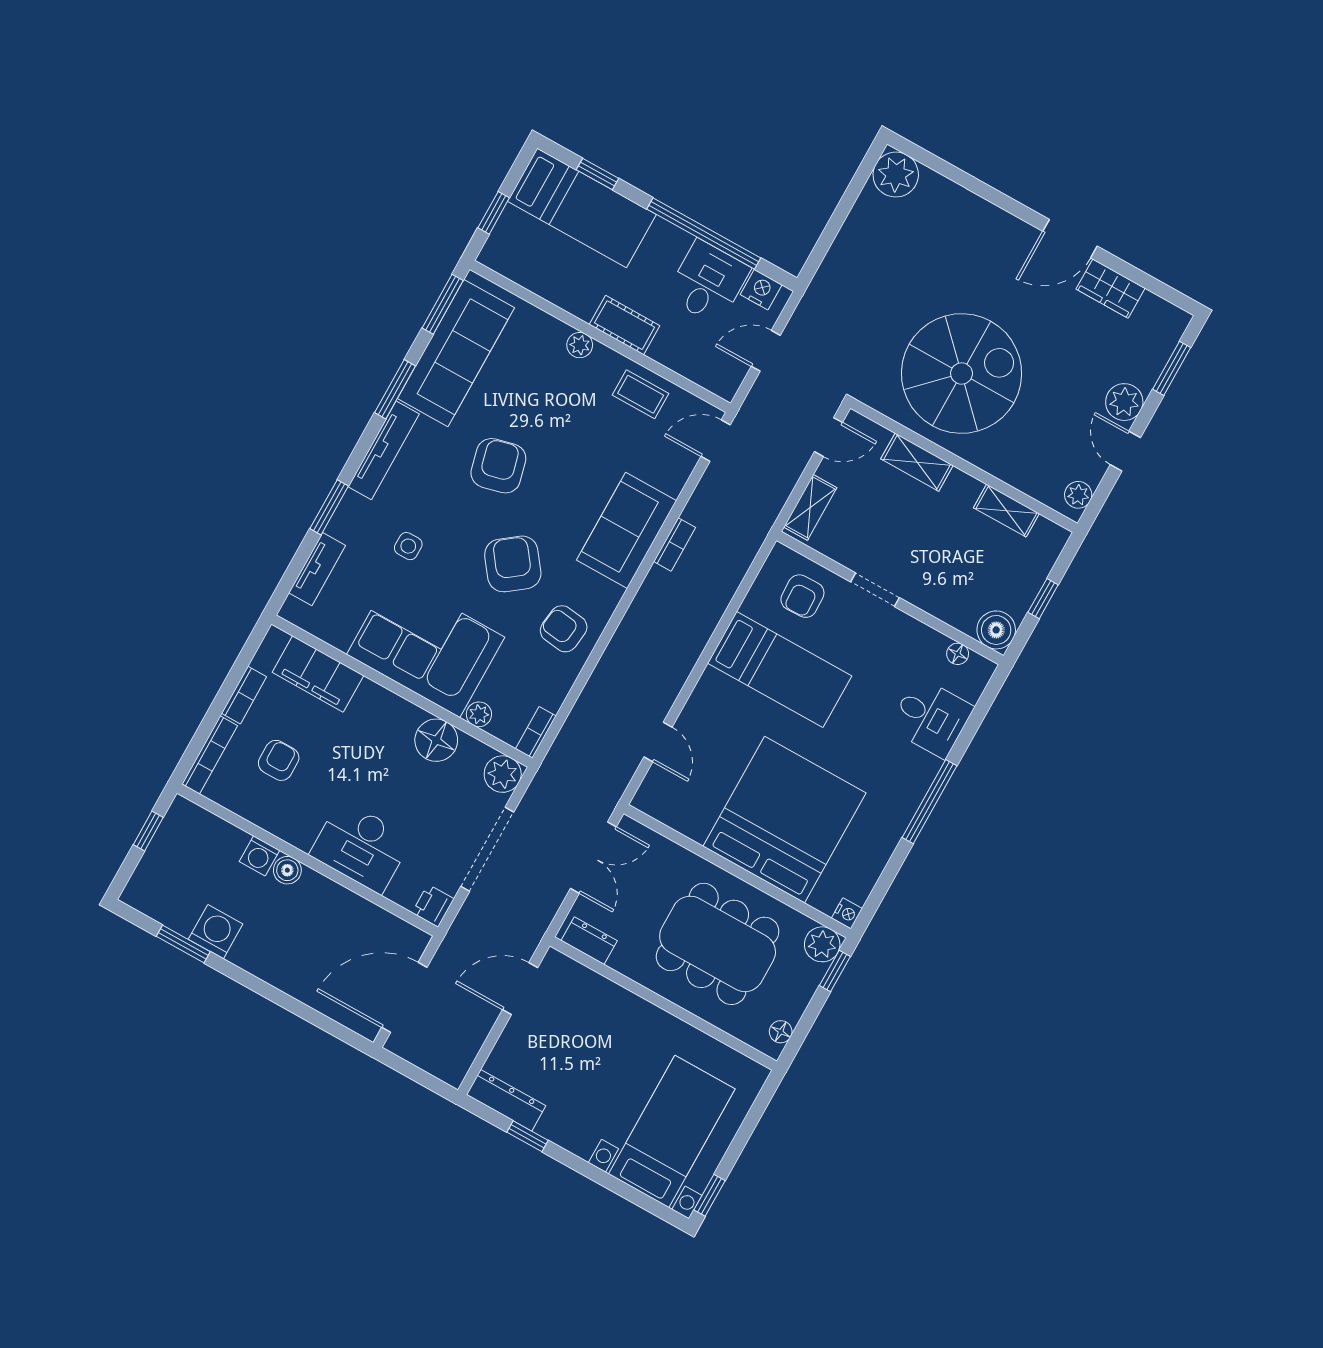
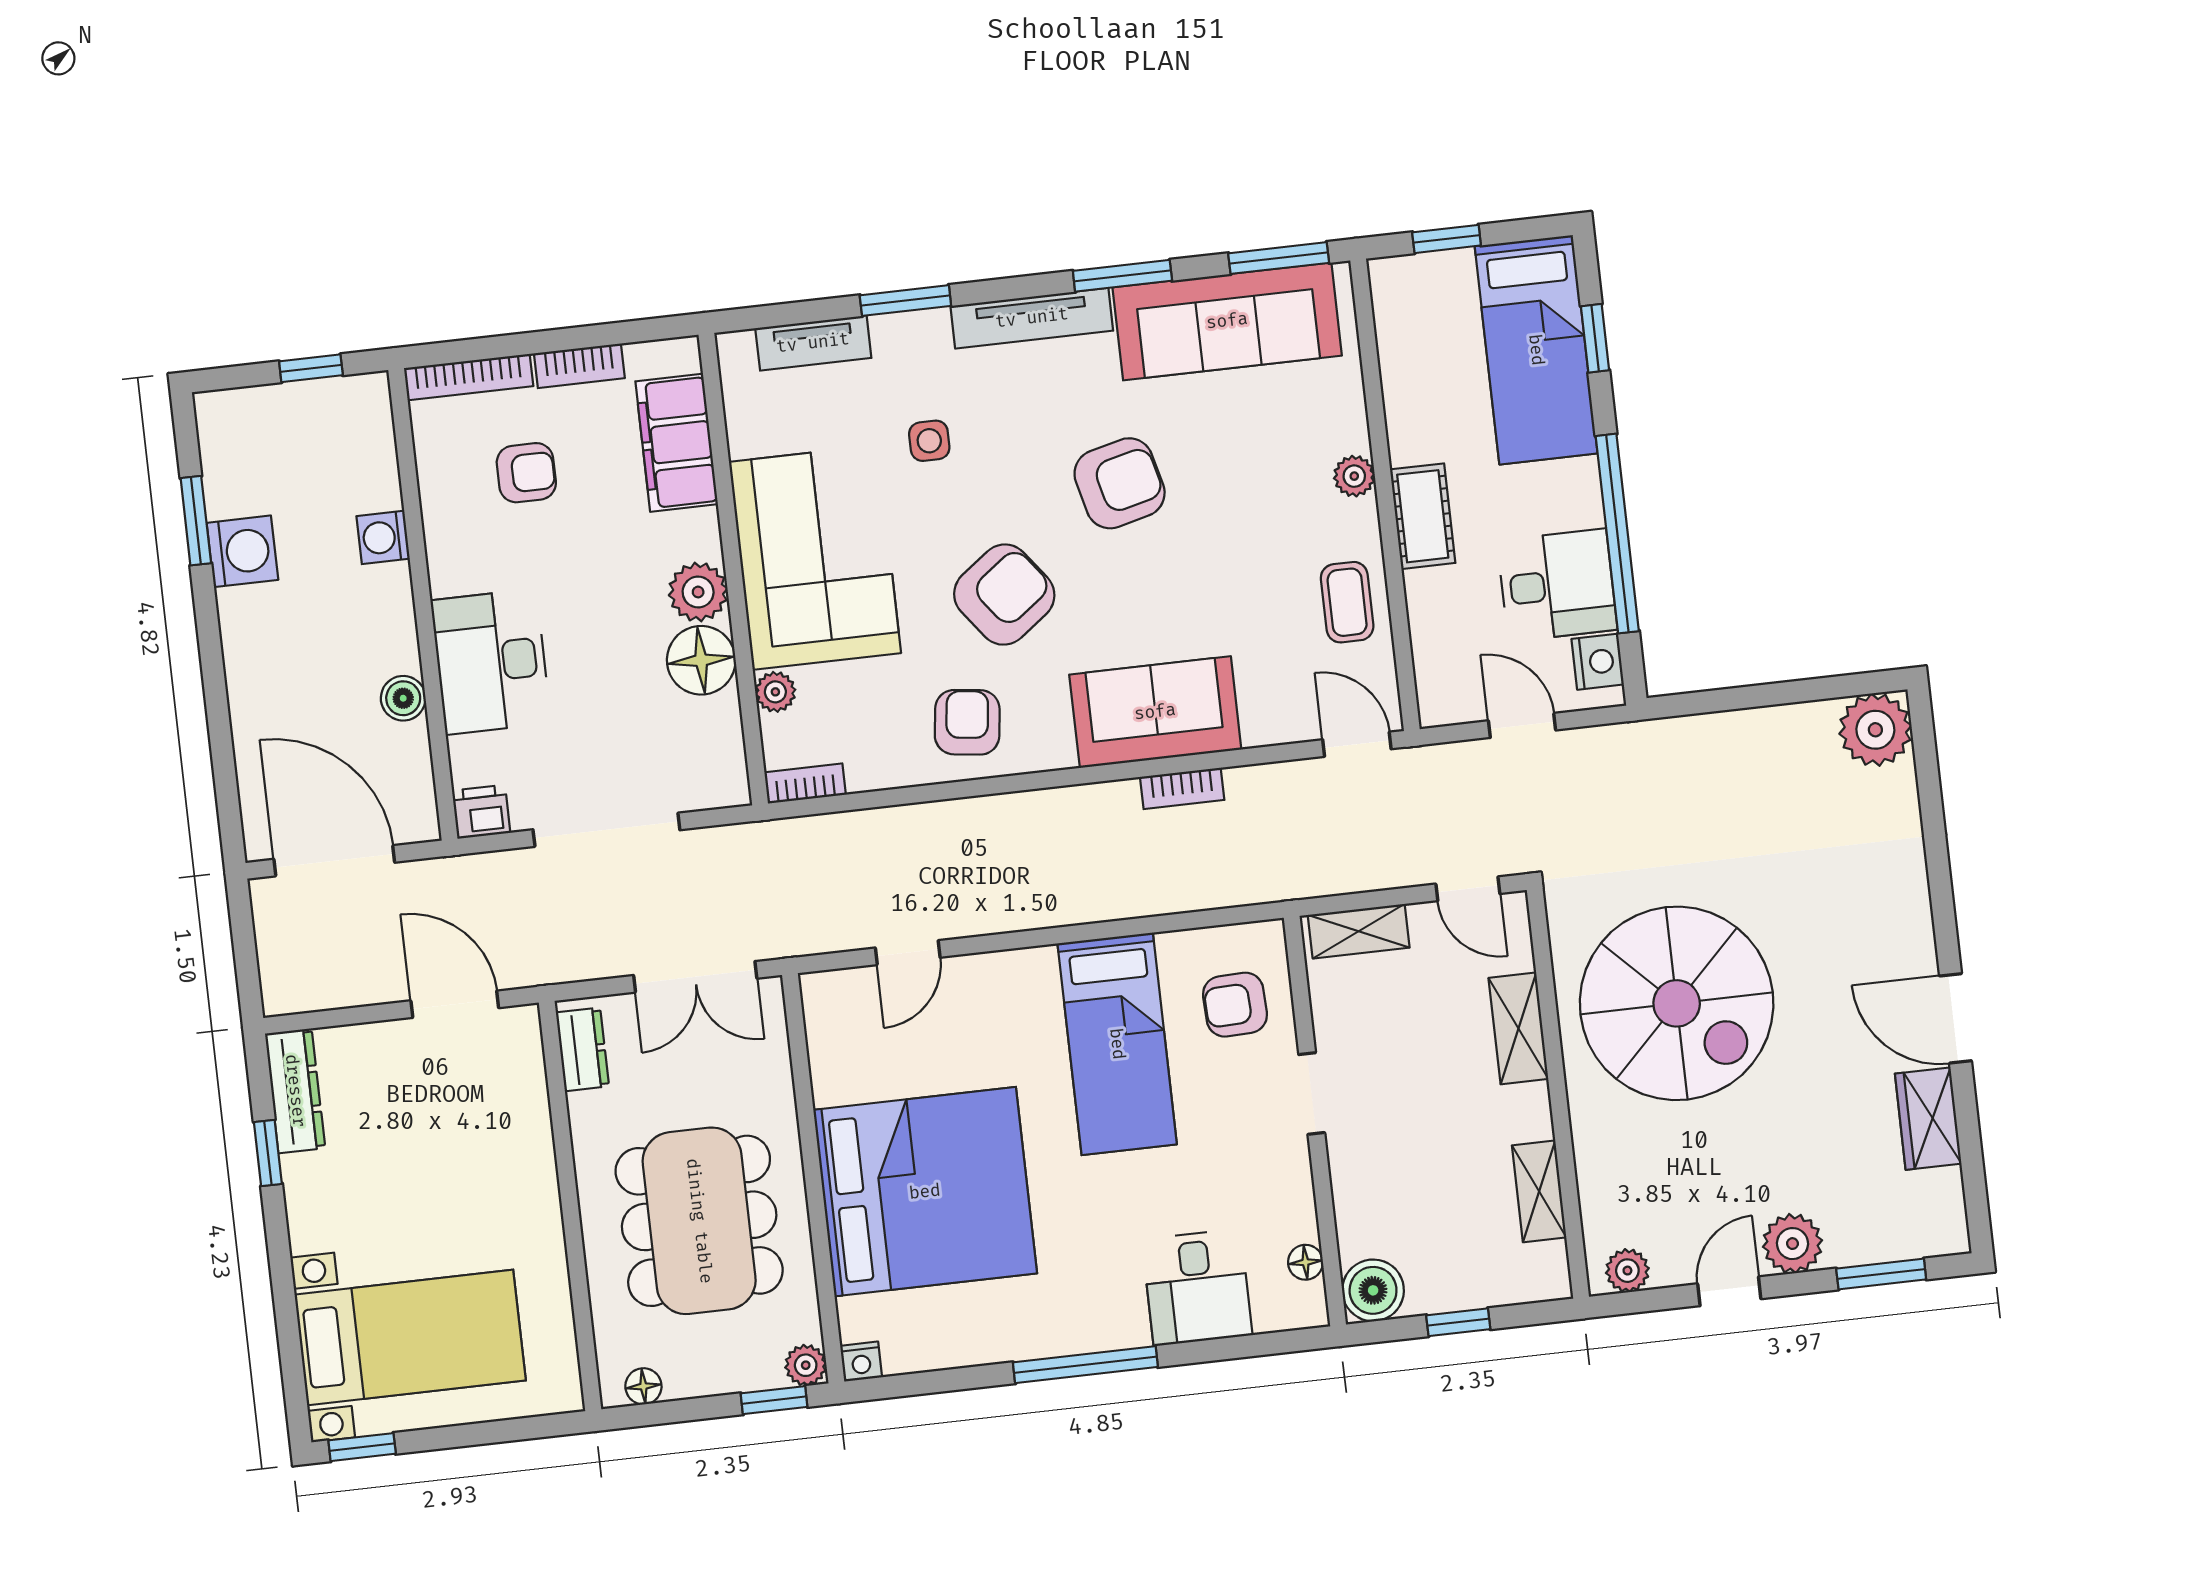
plant: (503, 774) -> (698, 592), moved
boiler: (287, 870) -> (403, 698), moved
plant: (822, 944) -> (806, 1365), width x0.73, depth x0.73

